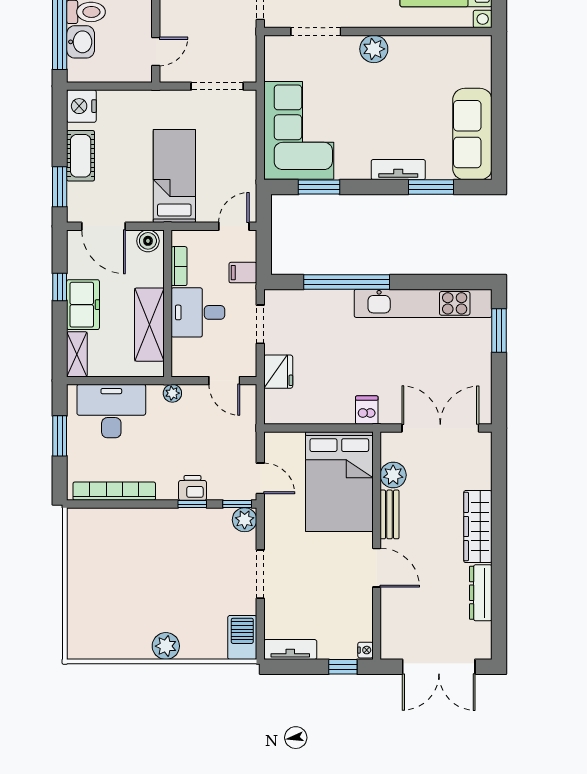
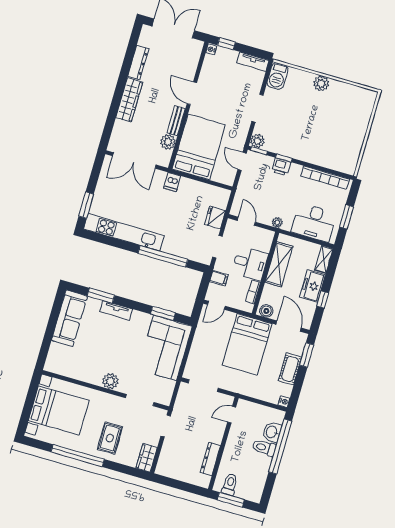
nightstand: (81, 106) -> (284, 402), width x0.53, depth x0.56
bed: (174, 176) -> (247, 344), width x1.50

